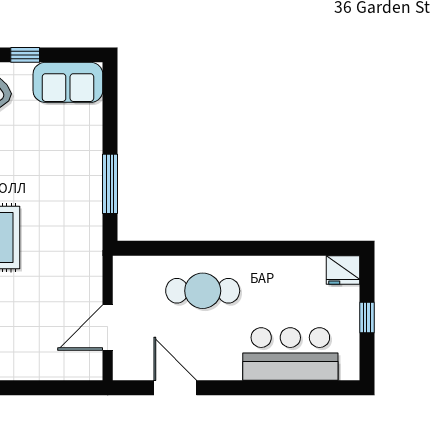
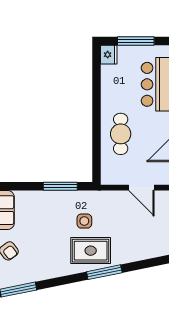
side table: (49, 226) -> (84, 221), added
window: (367, 317) -> (136, 41), width x2.17

